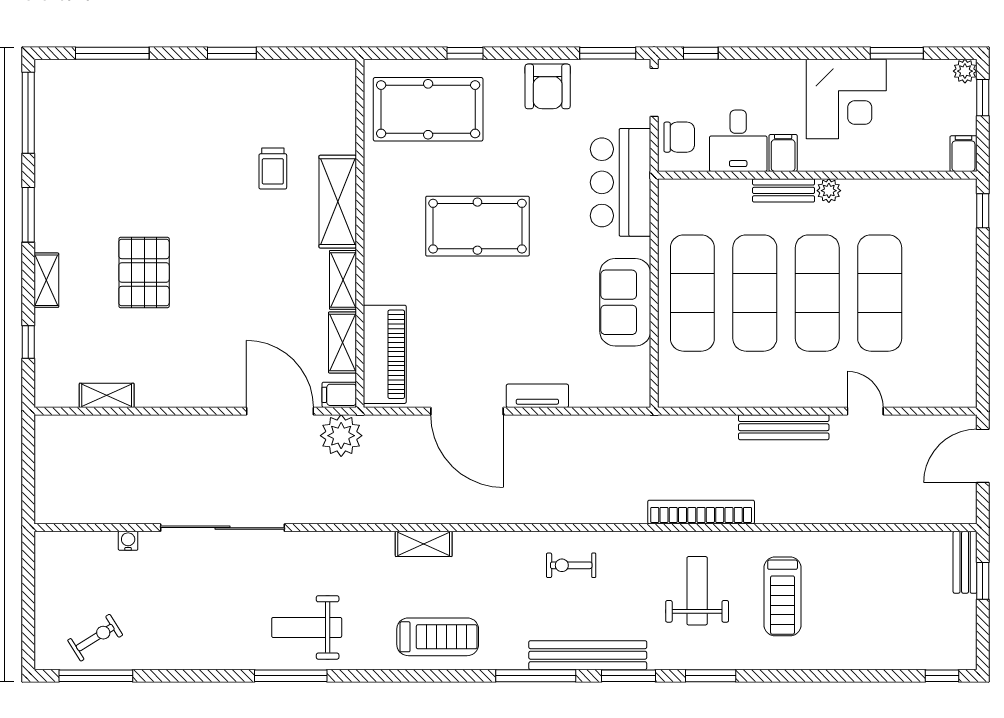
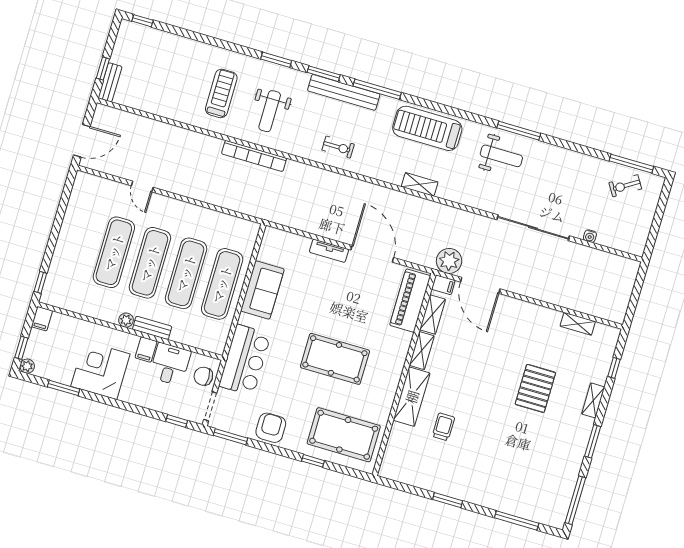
bench: (784, 427) -> (192, 191), removed
treadmill: (438, 637) -> (427, 128), width x1.37, depth x1.38

